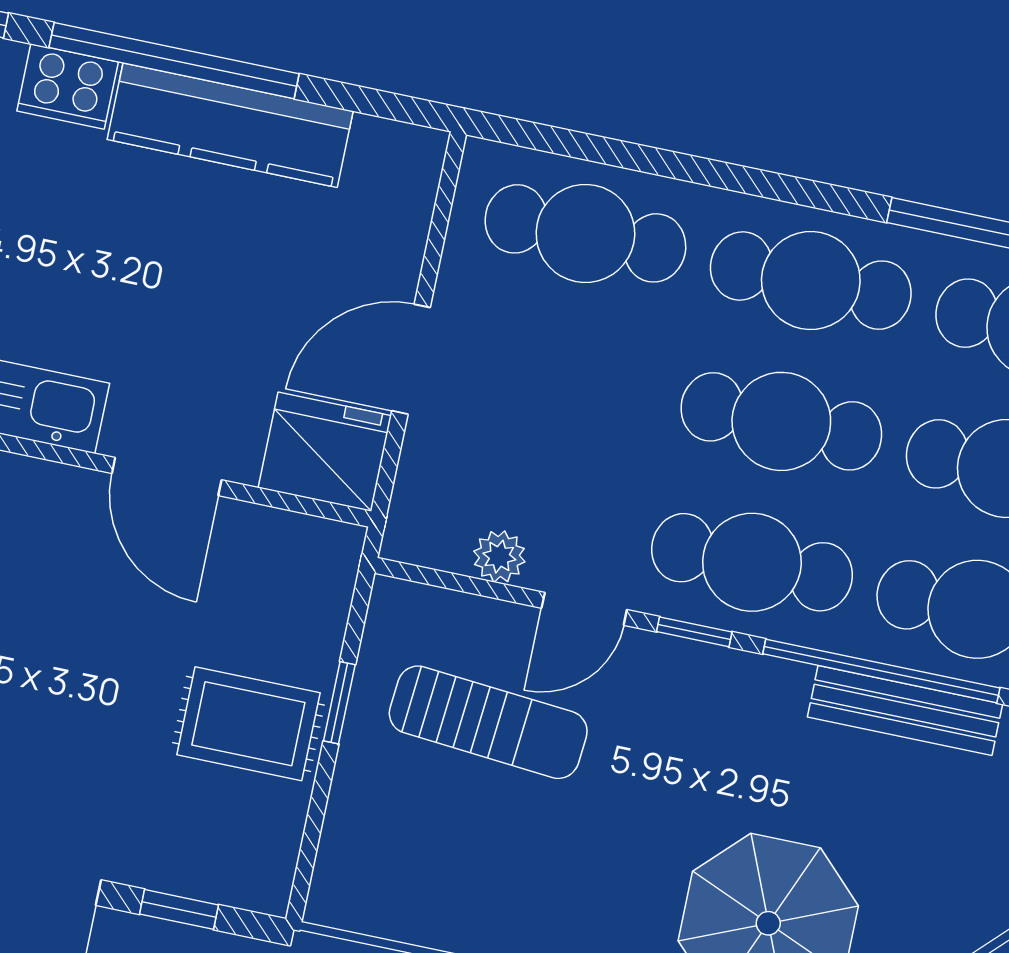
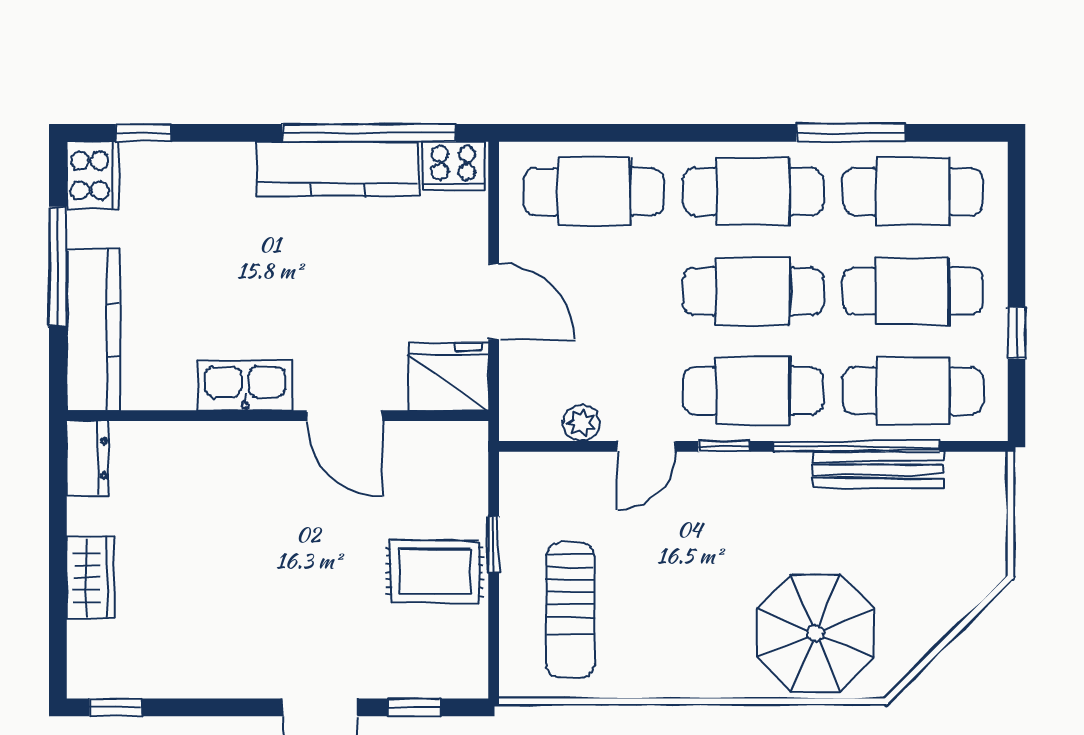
window: (174, 61) -> (369, 133), moved
cooker: (68, 87) -> (453, 165), moved
door: (411, 359) -> (494, 302), swing flipped
sun lounger: (488, 722) -> (570, 610), moved, turned 85

